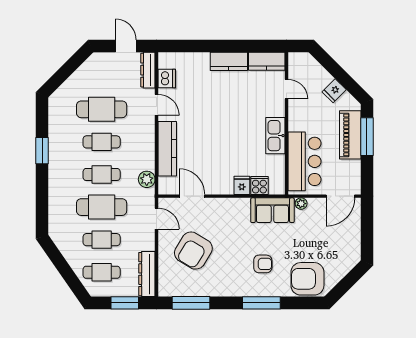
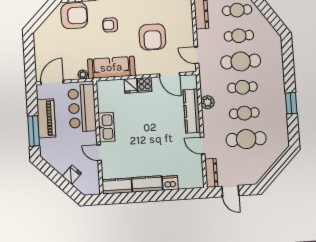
dishwasher: (167, 78) -> (170, 183), moved, turned 90
door: (287, 89) -> (99, 153), moved
fridge: (334, 91) -> (72, 175), moved
piano: (350, 135) -> (46, 118), moved
plant: (147, 179) -> (208, 102), moved
cooker: (259, 185) -> (145, 85), moved
sofa: (272, 210) -> (111, 67), width x1.36
armchair: (193, 251) -> (152, 37), moved, turned 149

